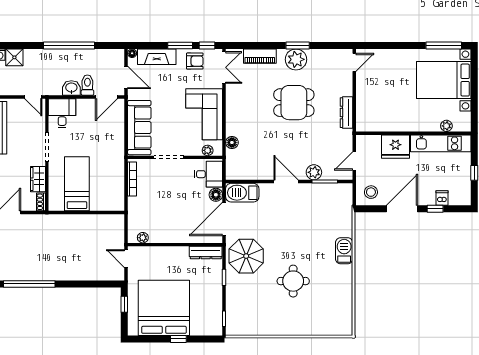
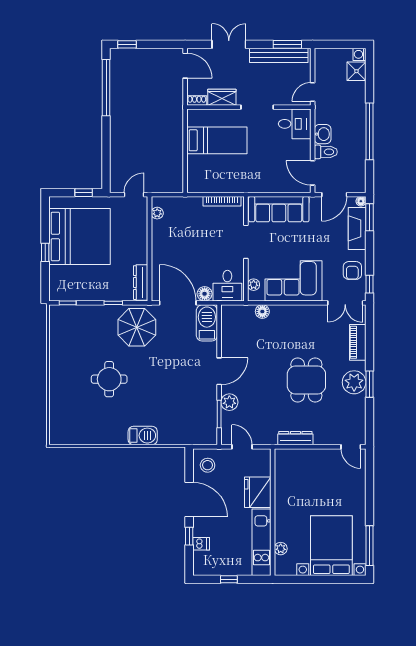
window: (180, 46) -> (369, 217), moved

